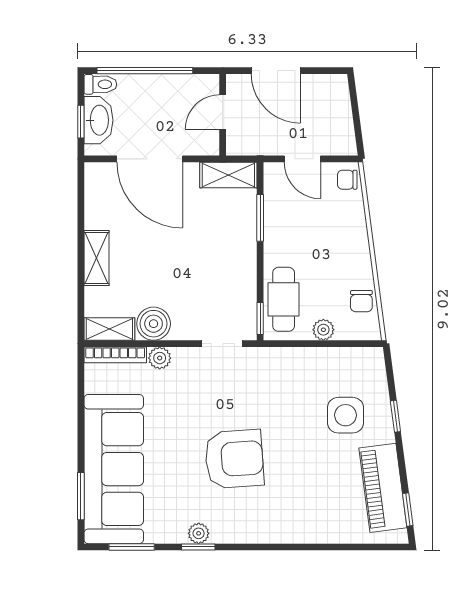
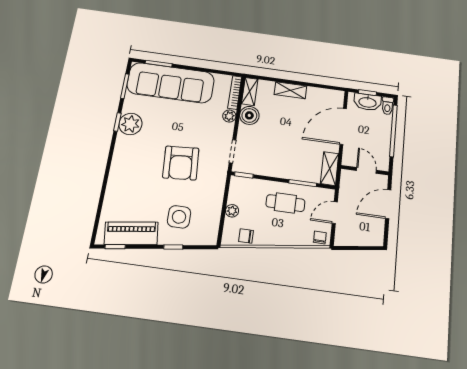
cafe table: (284, 299) -> (285, 203), moved
armchair: (234, 459) -> (181, 163), moved
plant: (199, 533) -> (130, 124), width x1.88, depth x1.88

